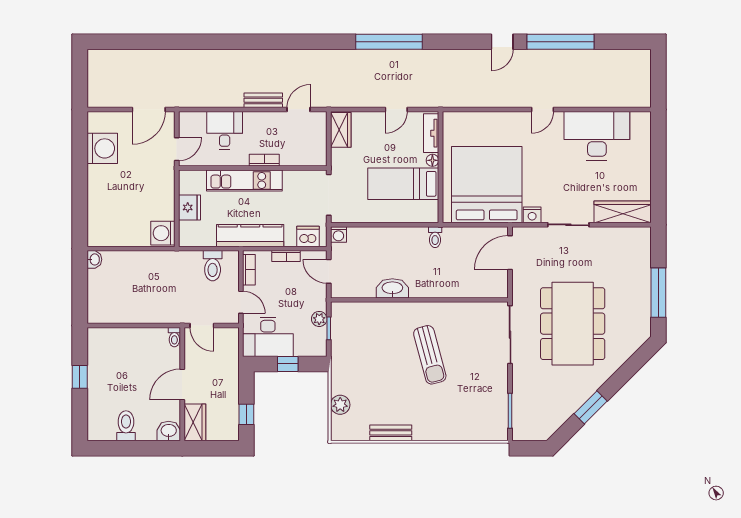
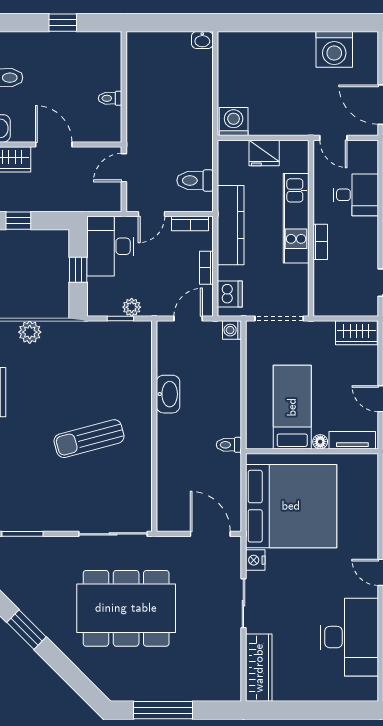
toilet: (174, 337) -> (110, 98), moved

